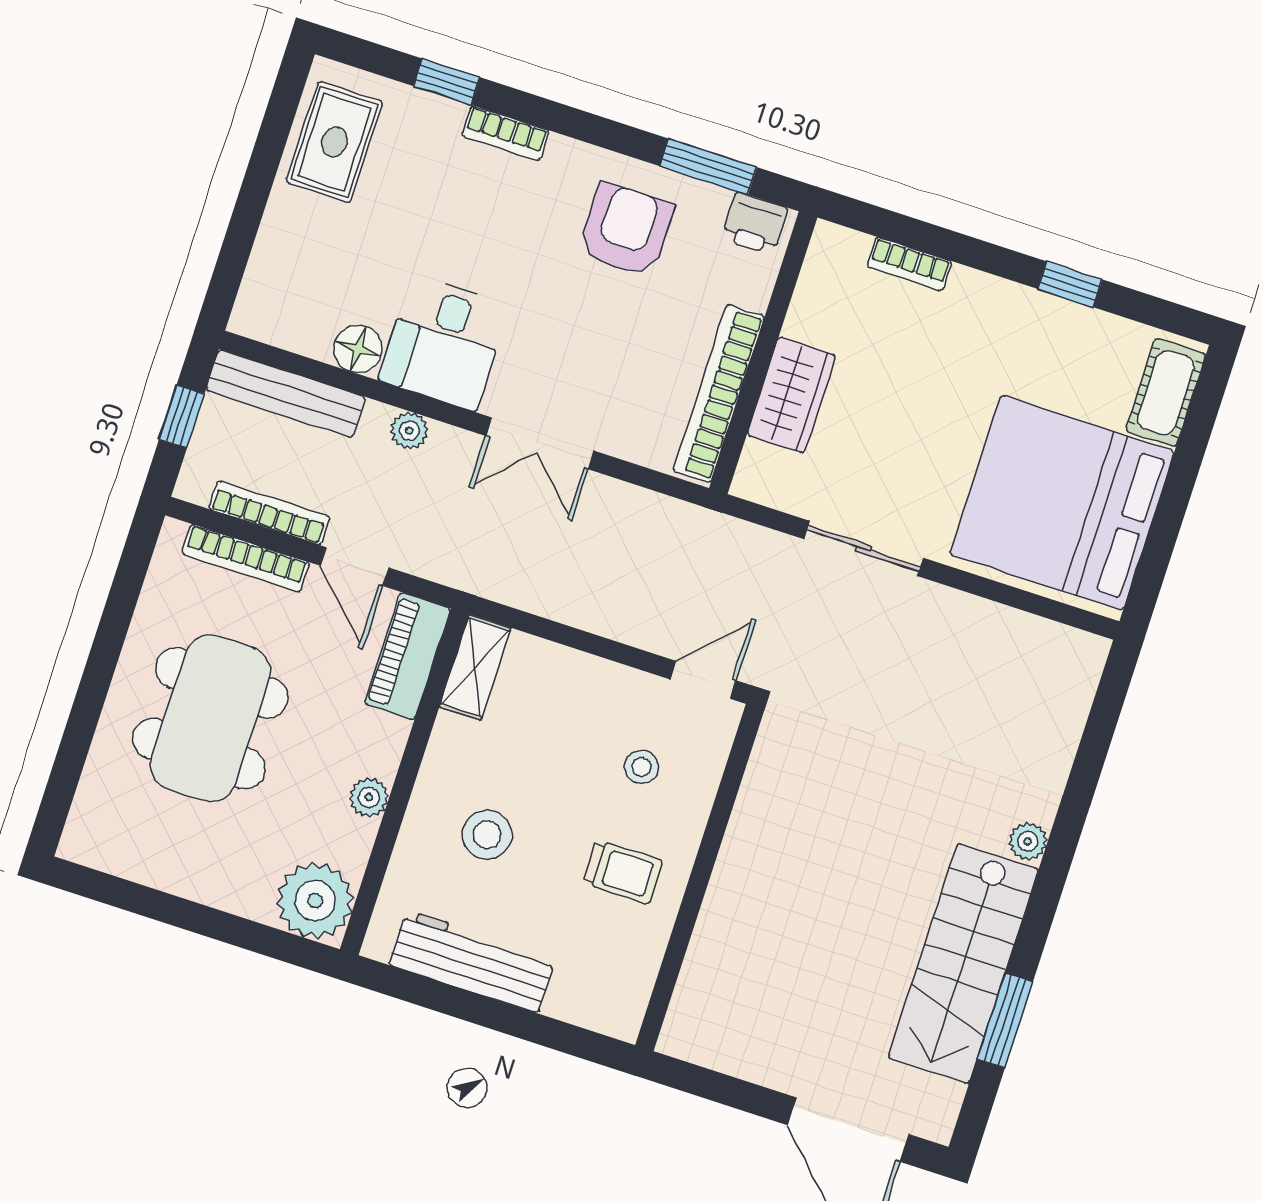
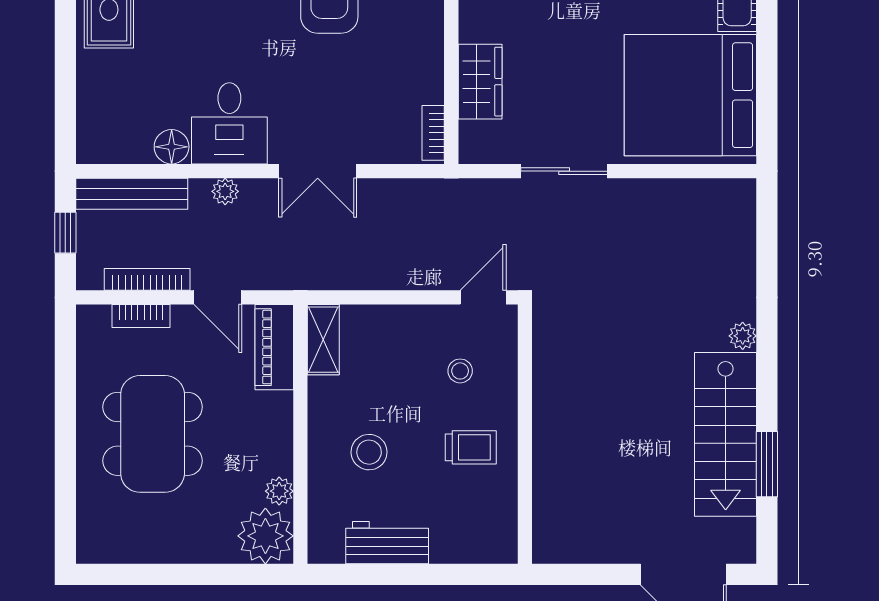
bookcase: (719, 393) -> (433, 133), width x0.43, depth x0.76
bookcase: (246, 558) -> (141, 316), width x0.64
plant: (369, 797) -> (279, 491), moved
workbench: (472, 961) -> (387, 543), width x0.73

